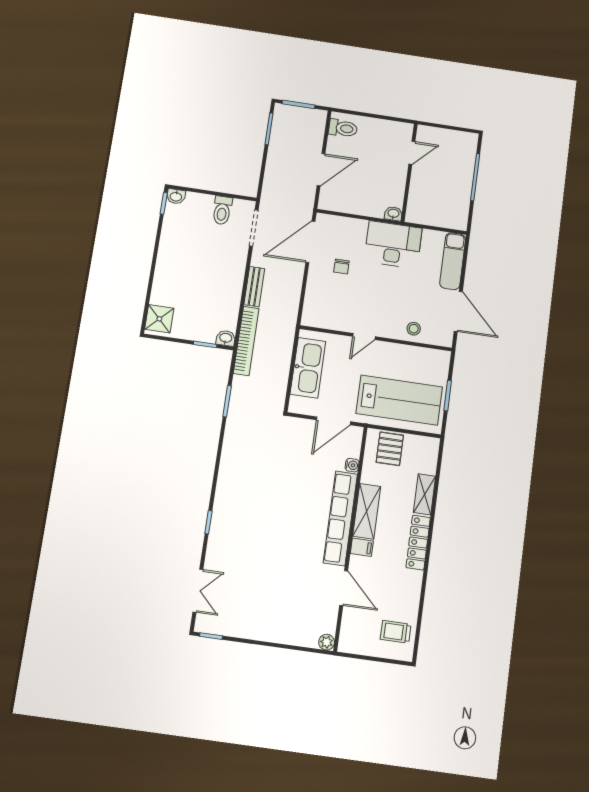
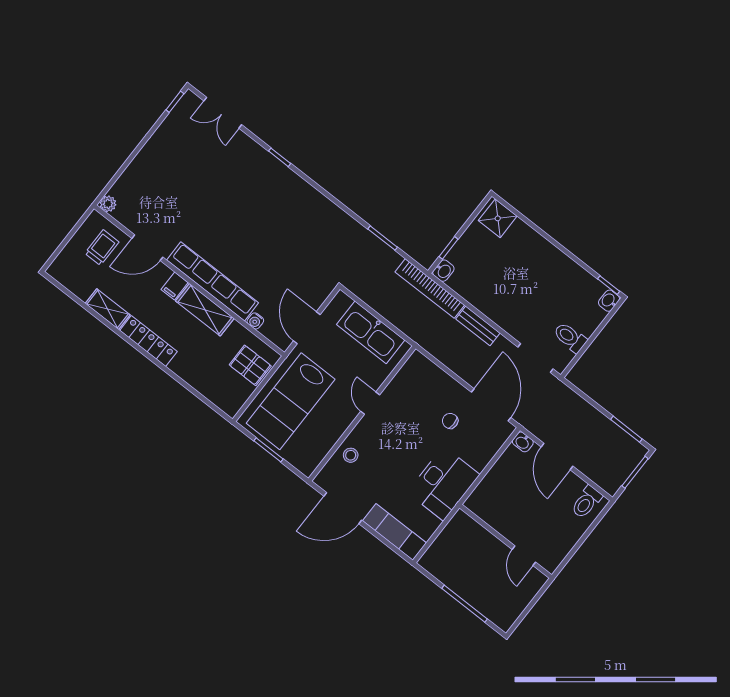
washbasin: (393, 214) -> (523, 442), moved, turned 90
shelving: (424, 494) -> (108, 309), moved
trolley: (396, 632) -> (102, 248), moved

